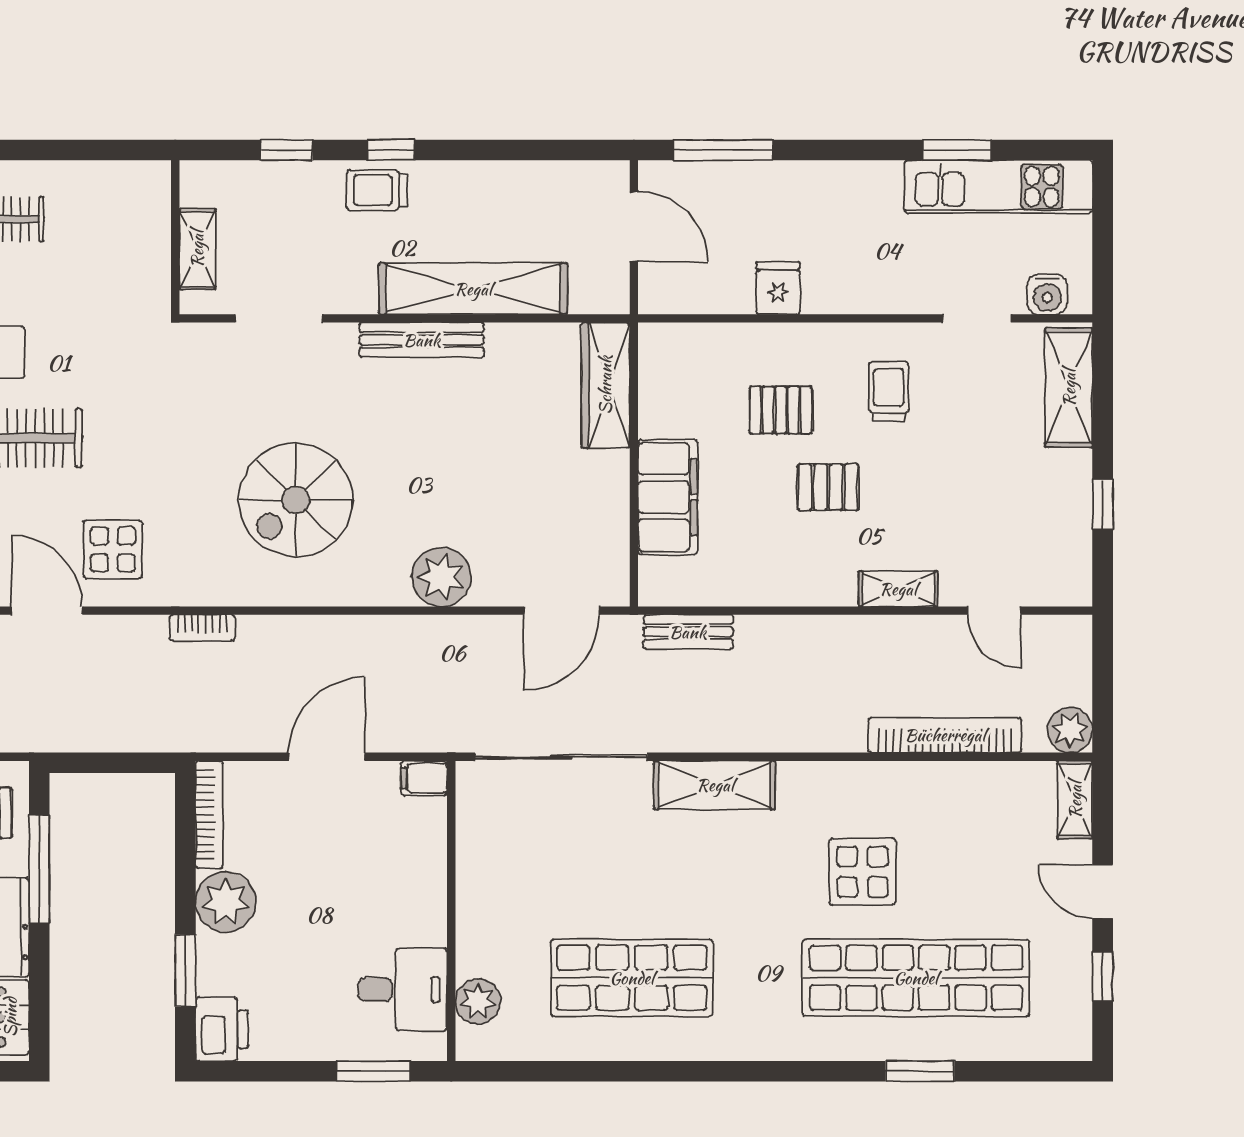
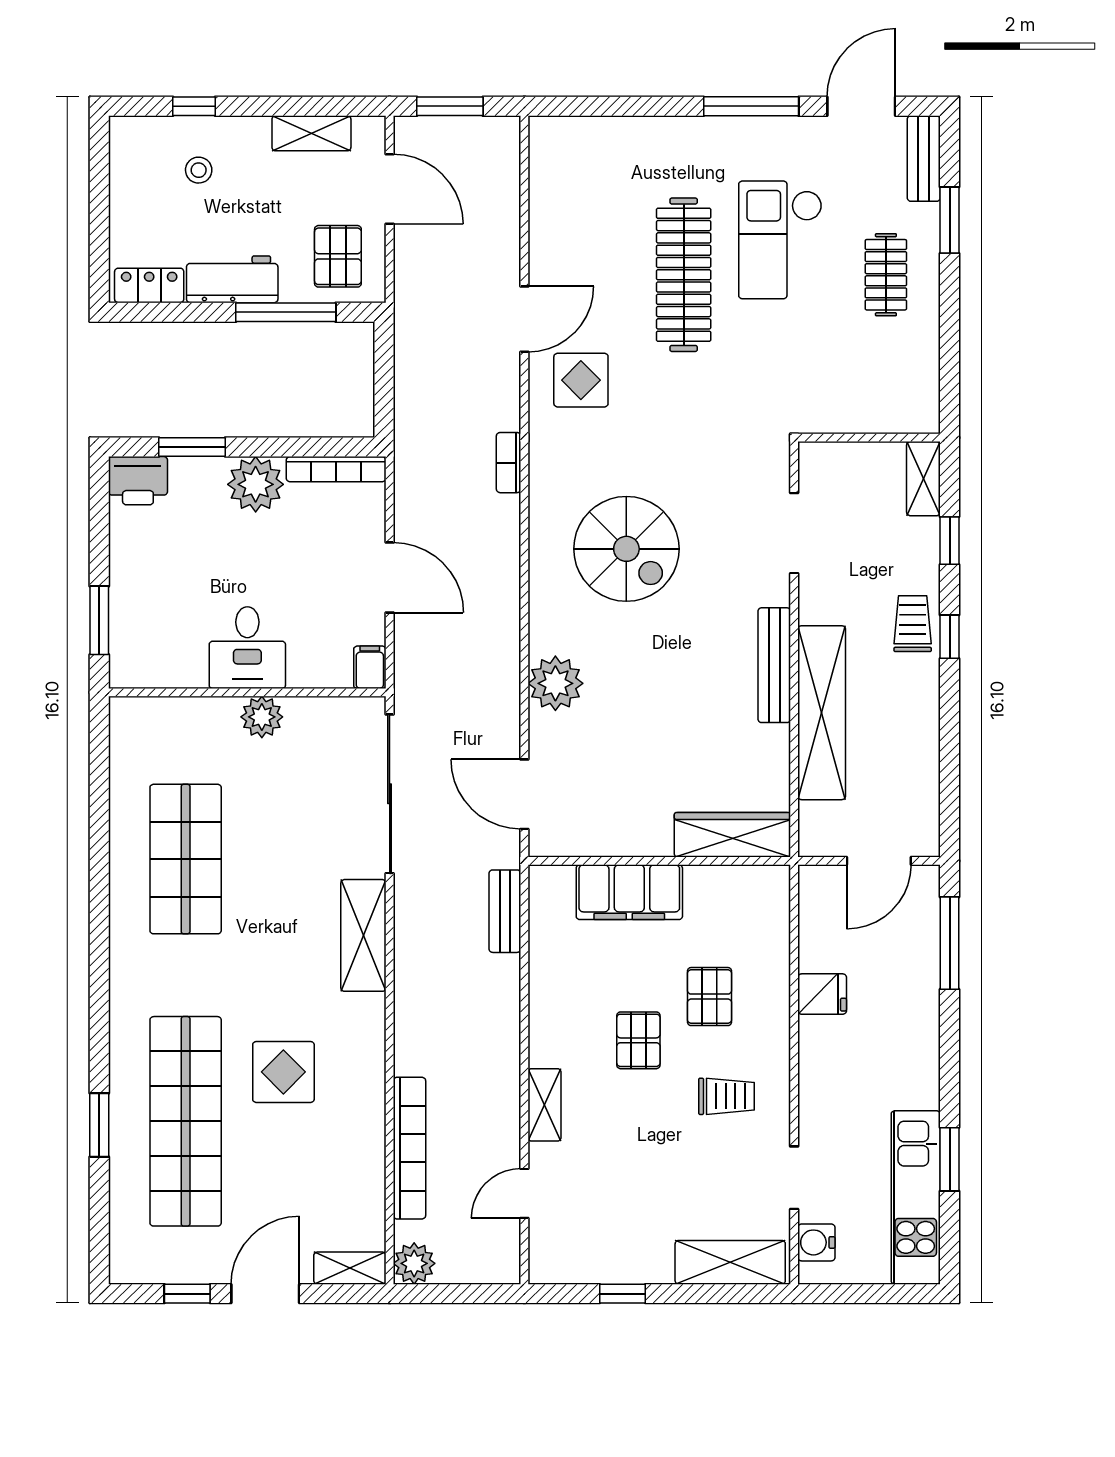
shelving: (197, 249) -> (923, 479), moved, turned 90
spiral stairs: (296, 500) -> (626, 549), turned 180
door: (1103, 891) -> (265, 1294), width x1.38
desk: (403, 989) -> (247, 648), moved
plant: (478, 1001) -> (262, 717), moved

